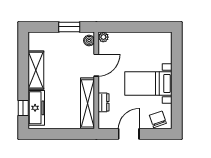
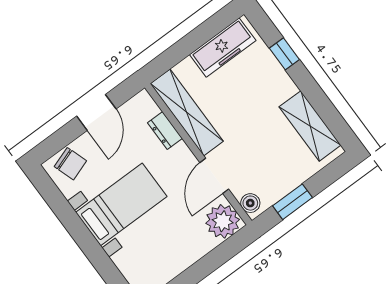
plant: (103, 37) -> (223, 221), width x1.87, depth x1.87
shelving: (36, 70) -> (310, 126), moved
window: (23, 108) -> (284, 54), moved
freezer: (36, 108) -> (223, 48), moved, turned -90

